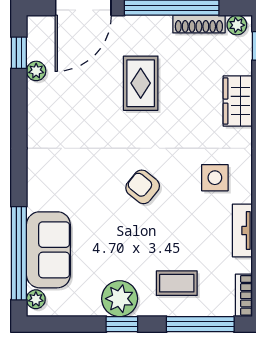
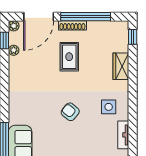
shoe rack: (199, 24) -> (72, 25), moved
plant: (237, 25) -> (14, 26), moved

